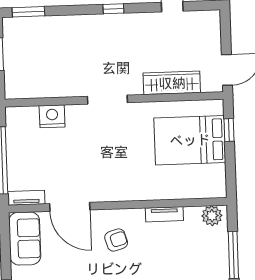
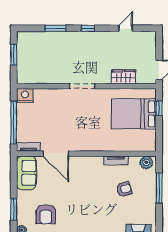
window: (28, 12) -> (55, 28), moved
wardrobe: (172, 83) -> (124, 77), width x0.67
nightstand: (52, 116) -> (25, 96), moved
armchair: (116, 240) -> (124, 189), moved

